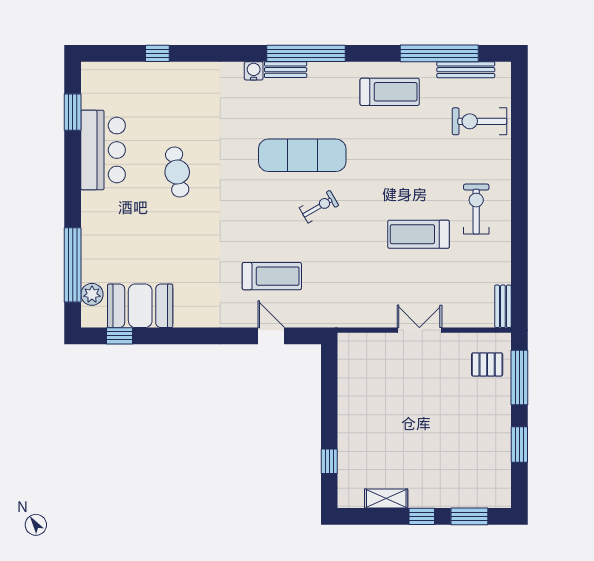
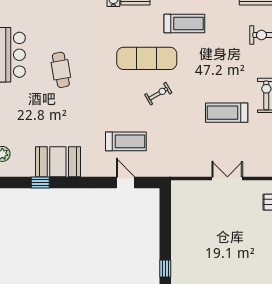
treadmill: (390, 92) -> (184, 24), moved
booth: (140, 306) -> (58, 162), moved
window: (120, 336) -> (40, 182), moved

